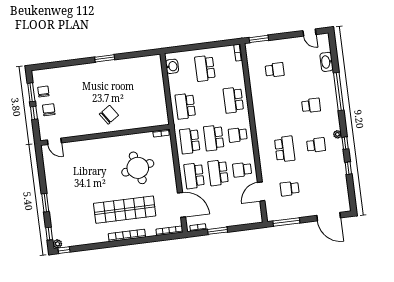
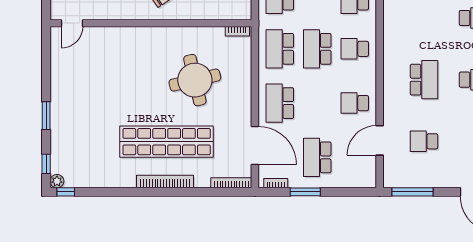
door: (54, 141) -> (72, 23), hinge flipped
school desk: (218, 173) -> (317, 157), moved

